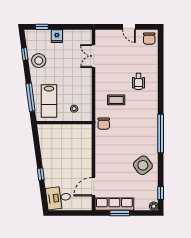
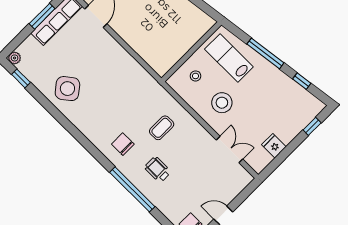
fridge: (57, 36) -> (274, 146), moved
stool: (39, 61) -> (222, 103), moved
window: (30, 97) -> (265, 53), moved
chair: (104, 124) -> (123, 144), moved
window: (161, 133) -> (132, 189), moved

